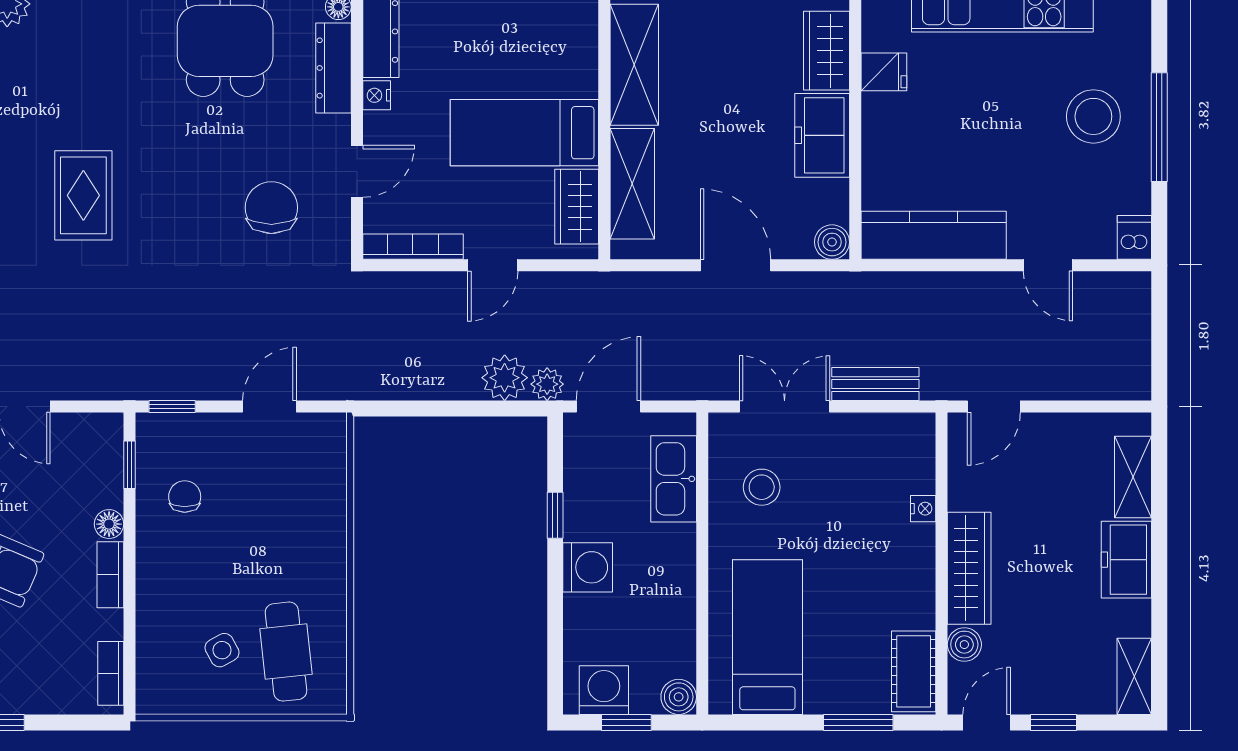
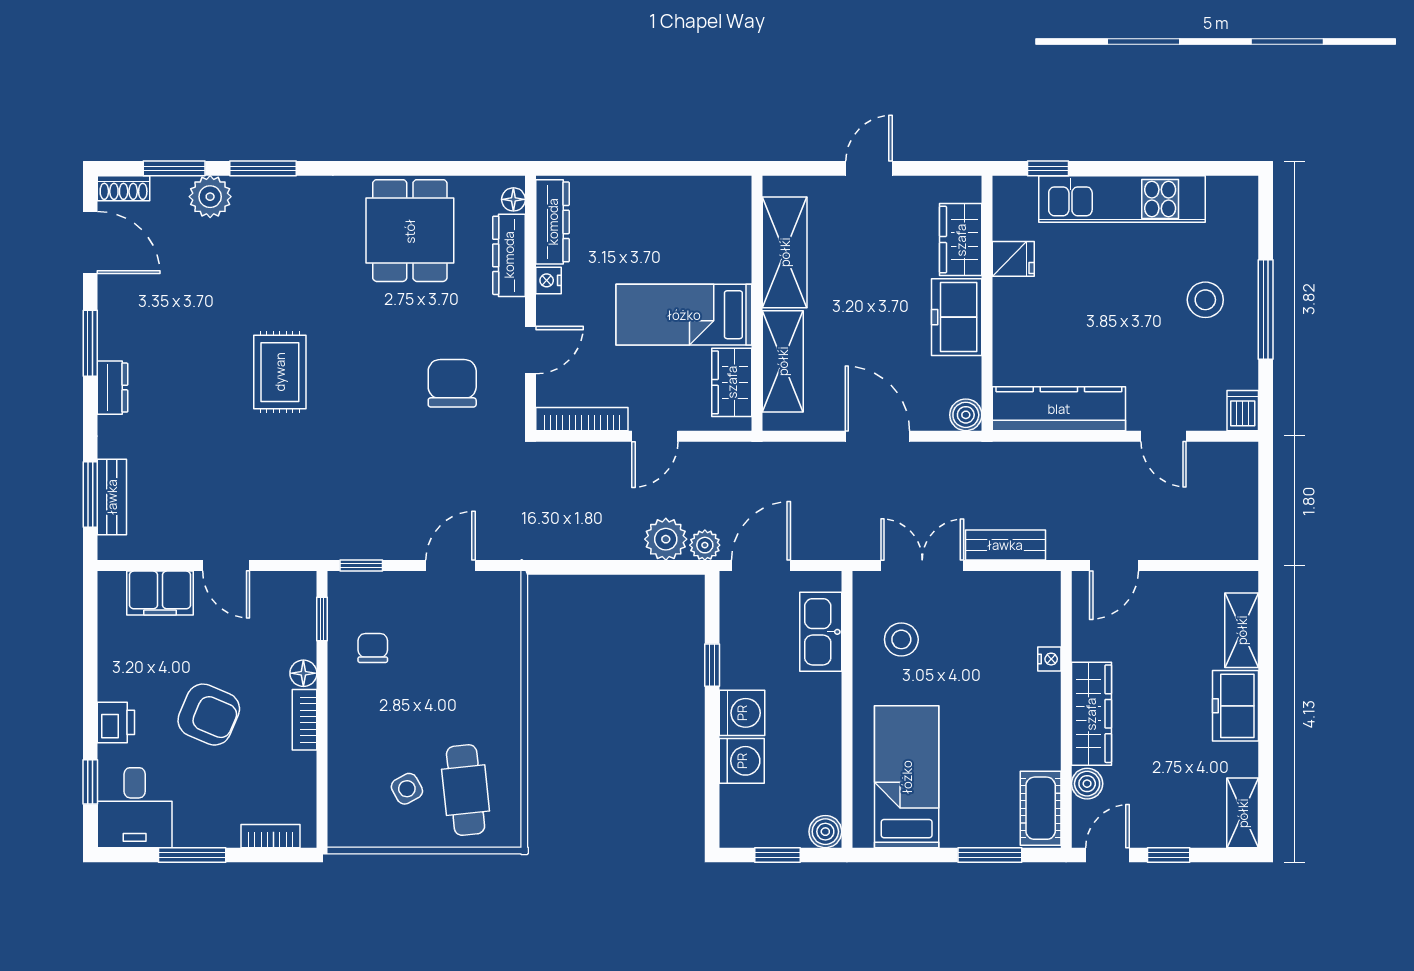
stool: (1093, 116) -> (1205, 300), width x0.73, depth x0.73
bookcase: (111, 673) -> (271, 836), moved, turned 90
washing machine: (604, 690) -> (742, 761), moved, turned 90

